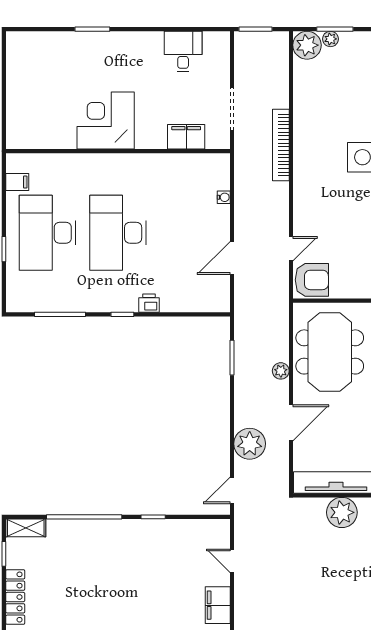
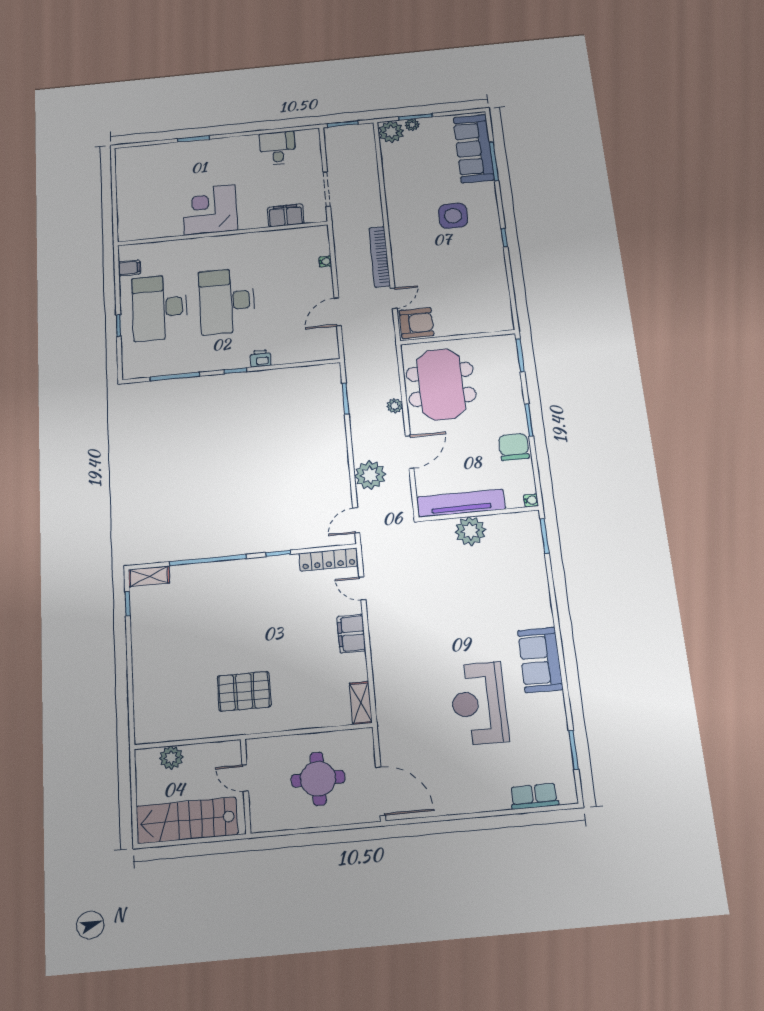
bookcase: (281, 145) -> (380, 257), moved
locker: (15, 597) -> (329, 560), moved, turned 90

